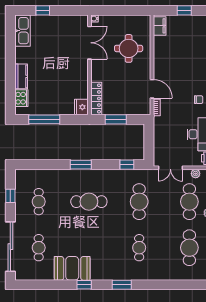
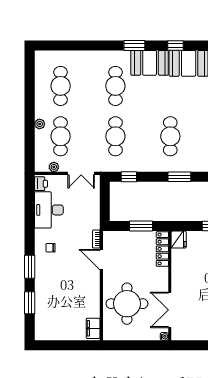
window: (184, 10) -> (66, 345), removed
round table: (129, 48) -> (127, 304), width x1.36, depth x1.36
double door: (170, 168) -> (81, 173), swing flipped
cafe table: (89, 202) -> (170, 136), turned 90
cafe table: (139, 248) -> (115, 86), width x1.37, depth x1.35
booth: (108, 269) -> (150, 63), added

